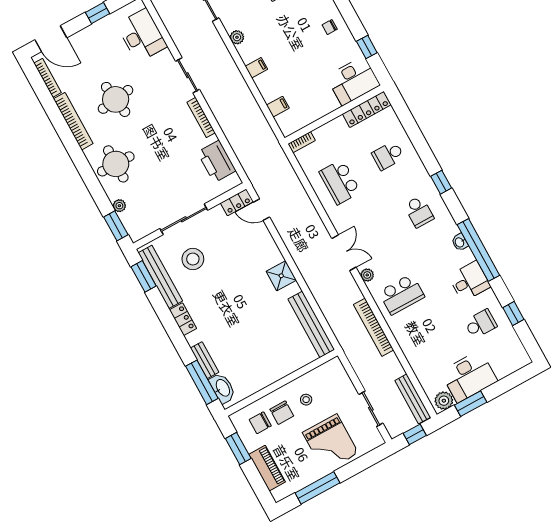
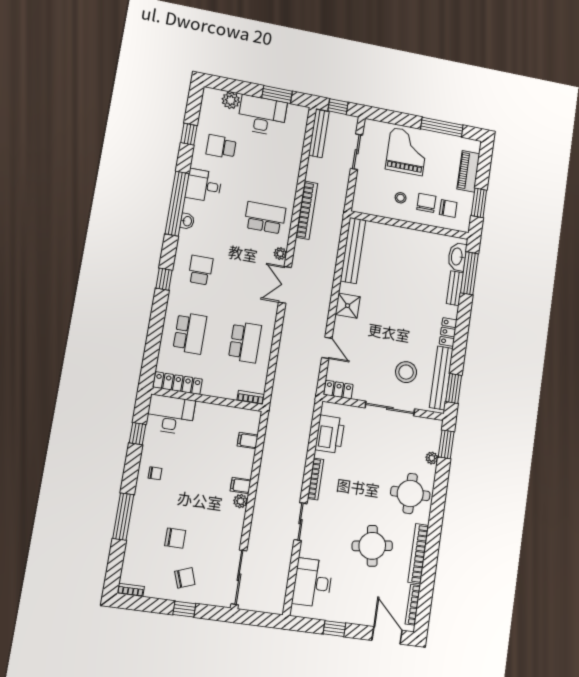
plant: (237, 37) -> (240, 501), moved
school desk: (388, 156) -> (190, 333), width x1.85
door: (261, 210) -> (327, 348), moved
plant: (444, 401) -> (231, 100), moved

